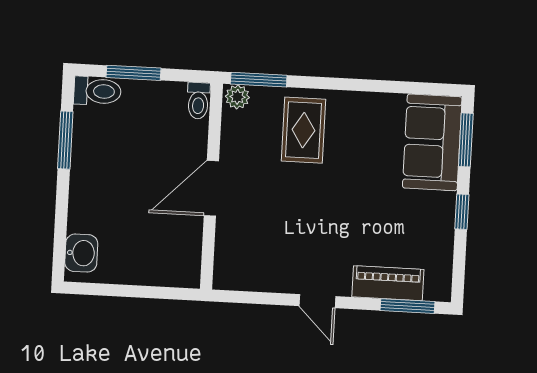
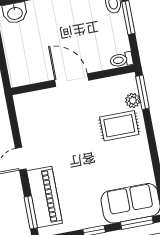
plant: (237, 97) -> (133, 100), moved
piano: (388, 283) -> (45, 197), width x1.37, depth x1.33

